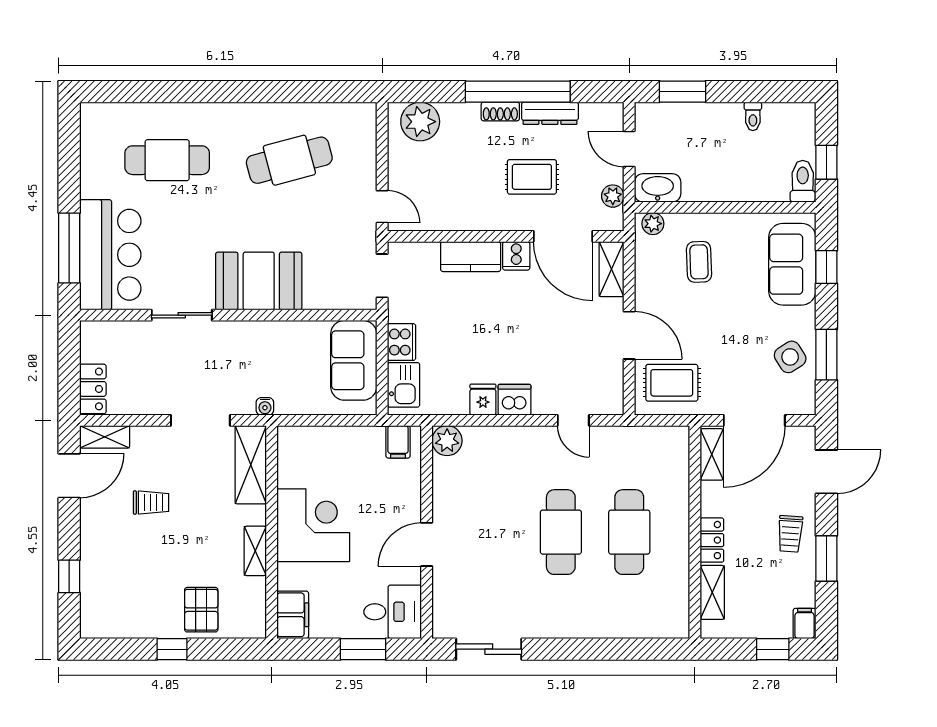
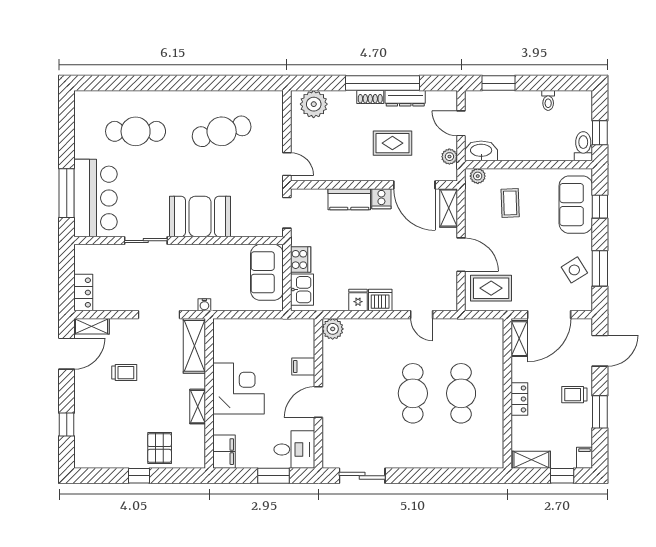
filing cabinet: (398, 442) -> (303, 367), moved, turned 90
trolley: (790, 534) -> (574, 395), turned 86
shelving: (712, 592) -> (531, 460), moved, turned 90

